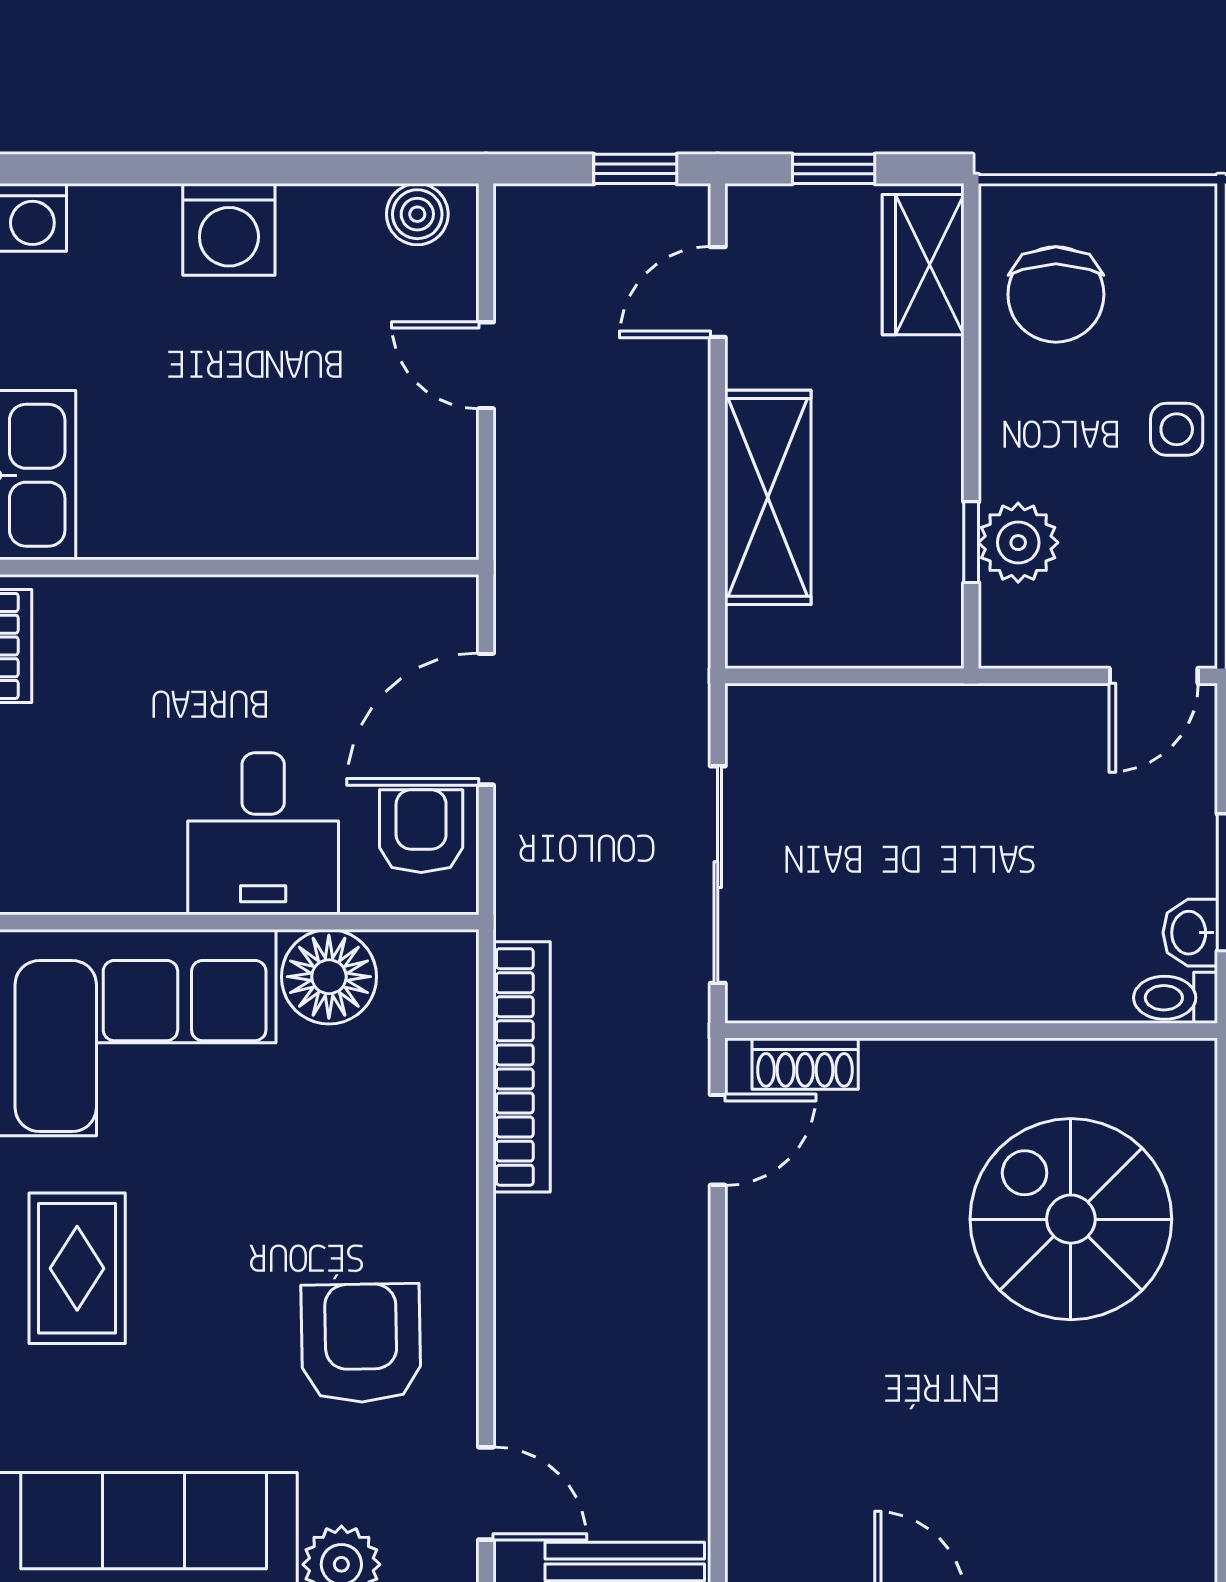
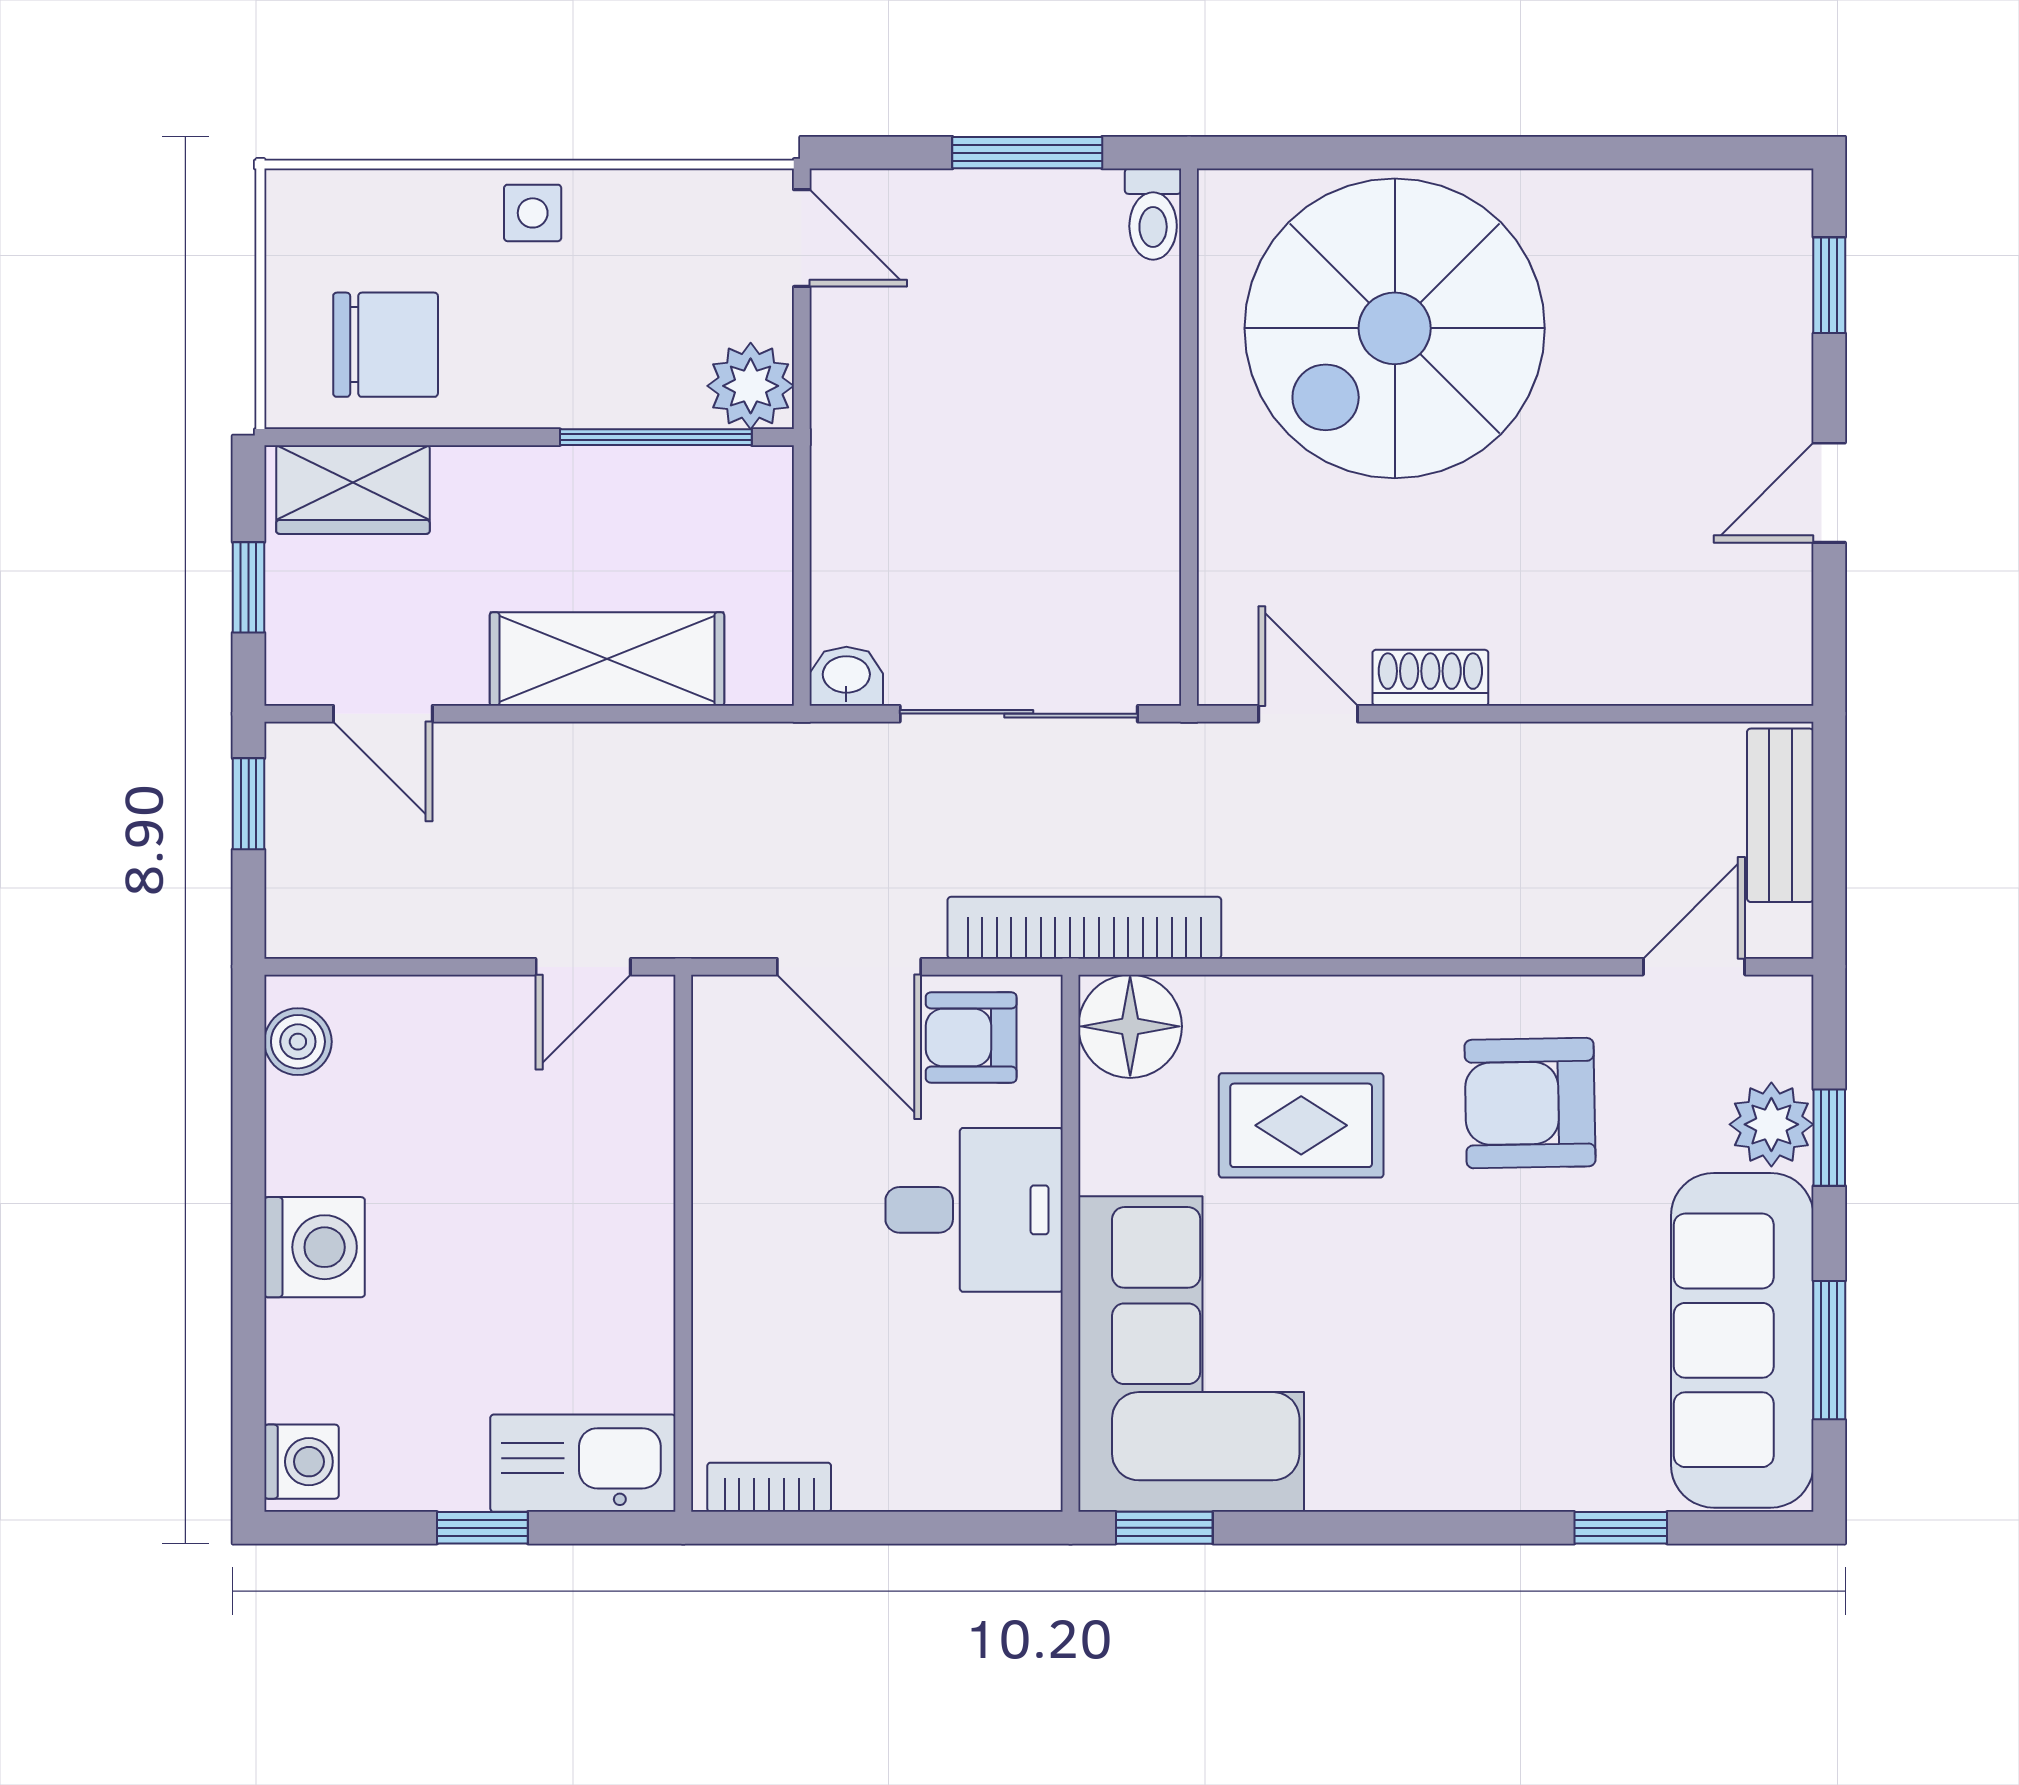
door: (486, 365) -> (583, 967), moved
window: (971, 542) -> (656, 437), width x2.17
plant: (1018, 543) -> (751, 386), moved
washbasin: (1190, 933) -> (846, 676), moved, turned 180
floor lamp: (329, 977) -> (1130, 1026), moved
shoe rack: (805, 1064) -> (1430, 678), moved, turned -90
bookcase: (522, 1067) -> (1084, 928), moved
spiral stairs: (1071, 1219) -> (1395, 328), width x1.37, depth x1.37
rug: (77, 1268) -> (1301, 1125), moved

